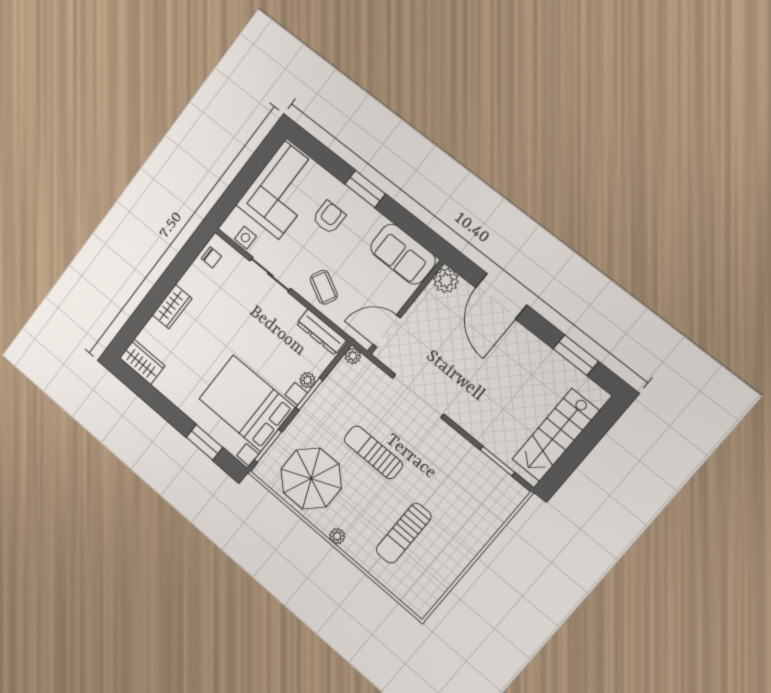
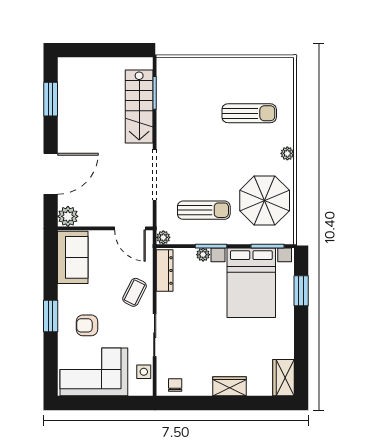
stairs: (556, 435) -> (139, 106), moved, turned 90
sun lounger: (373, 452) -> (204, 210), moved, turned -90

